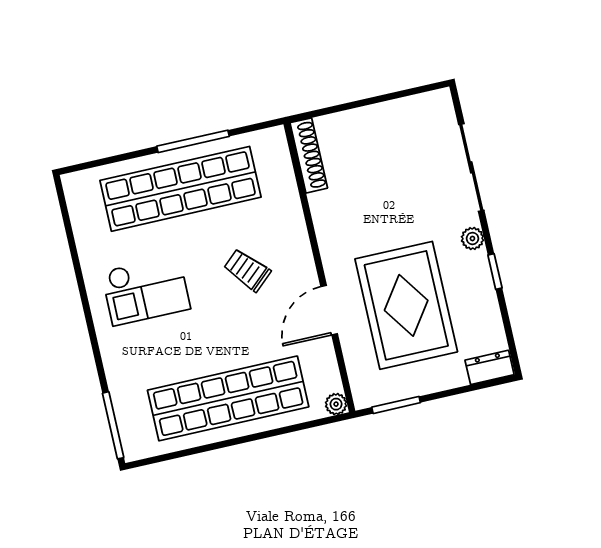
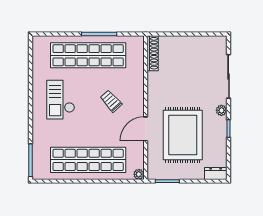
checkout: (146, 290) -> (61, 100), turned 90

